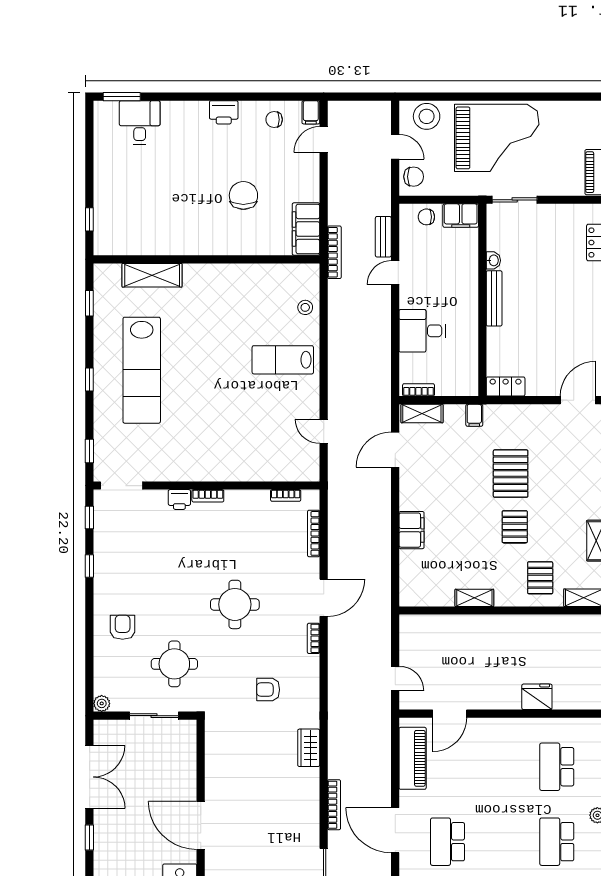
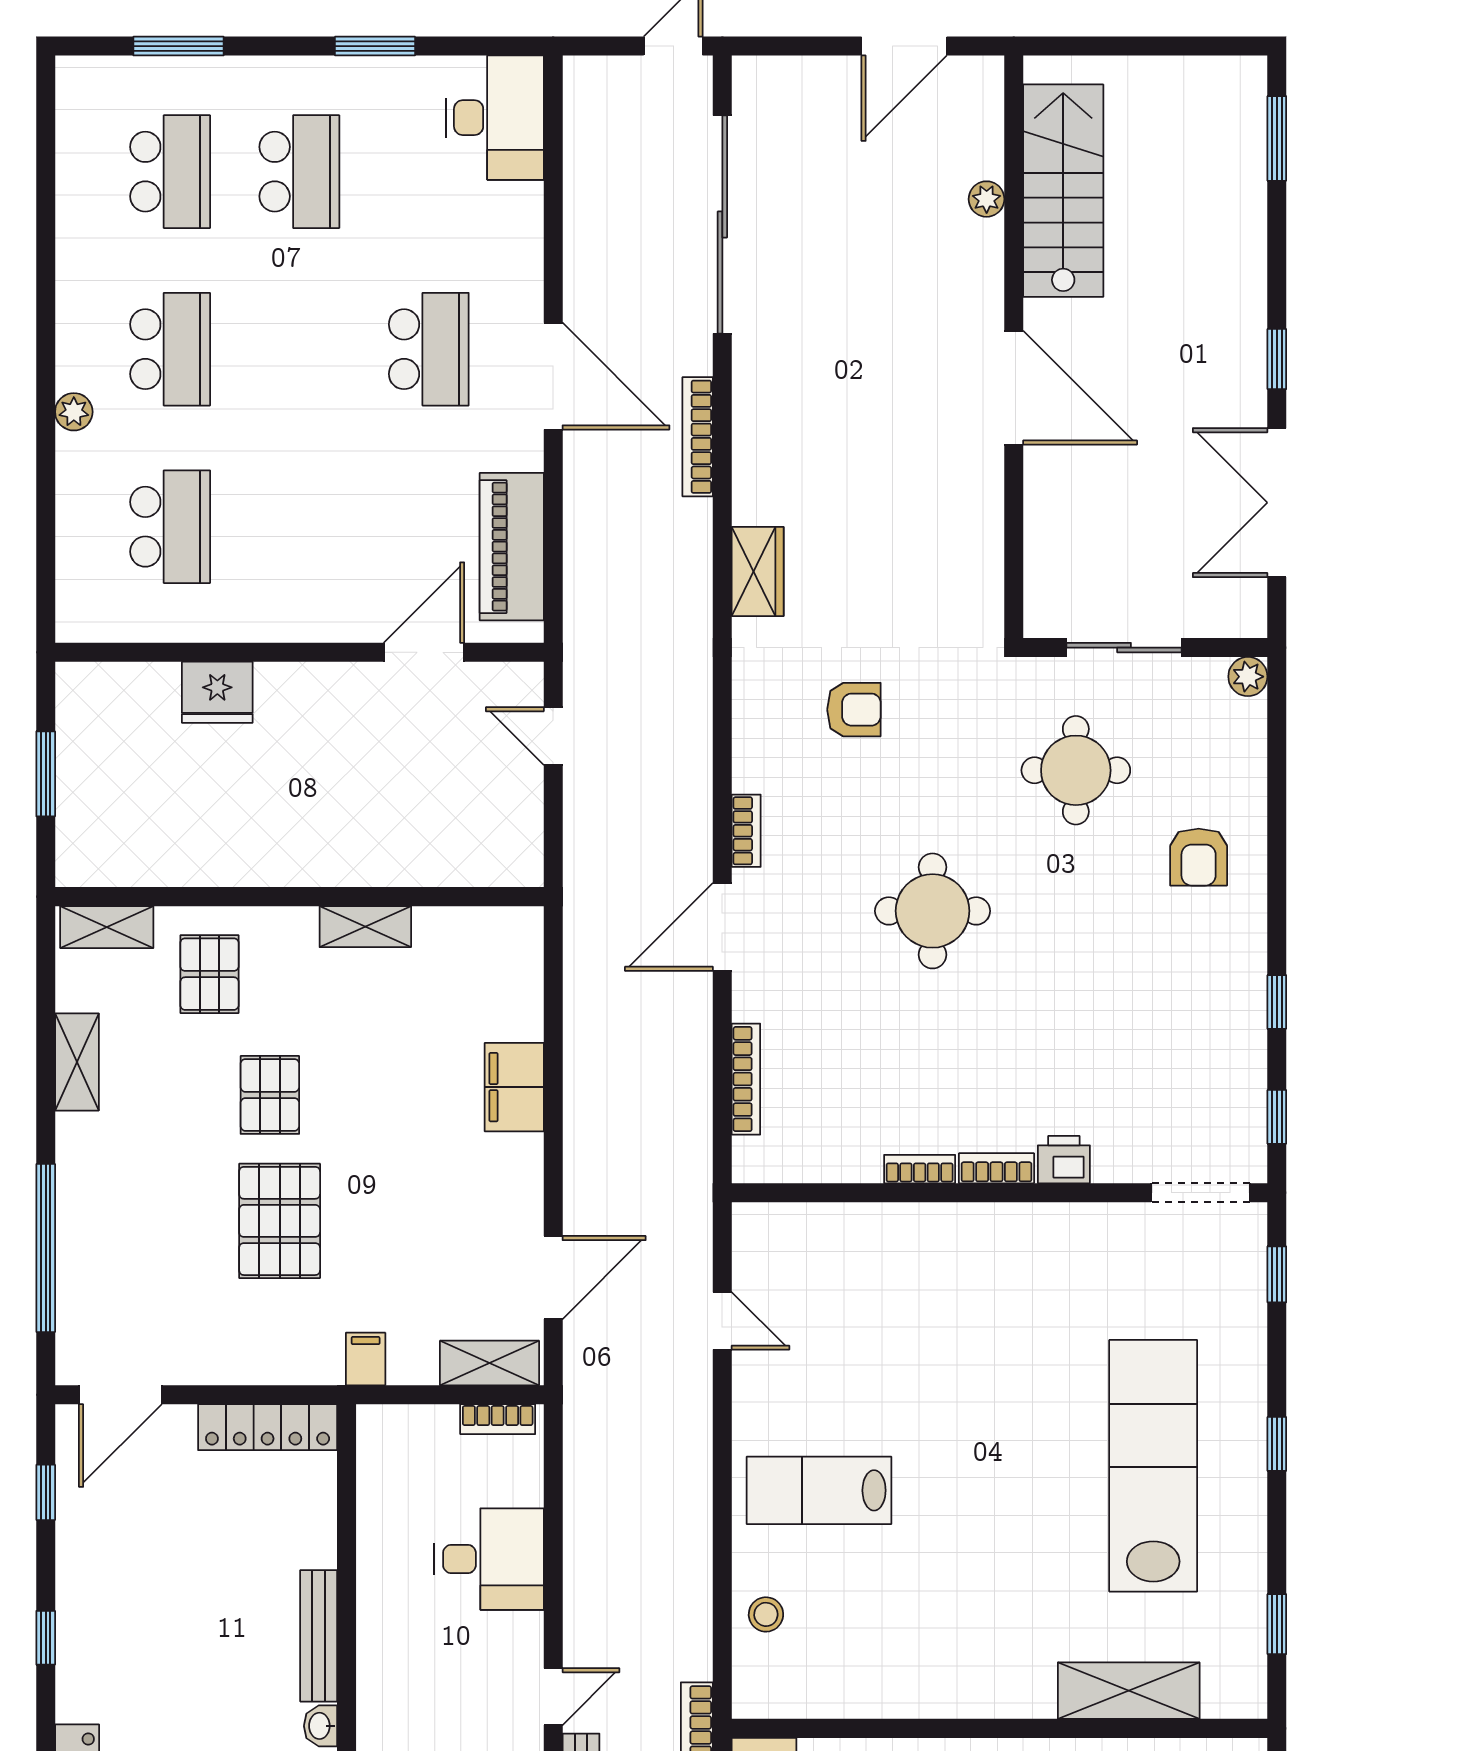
lab bench: (283, 360) -> (819, 1490), turned 180
locker: (506, 387) -> (268, 1427), width x1.53
bookcase: (286, 495) -> (920, 1169), moved

